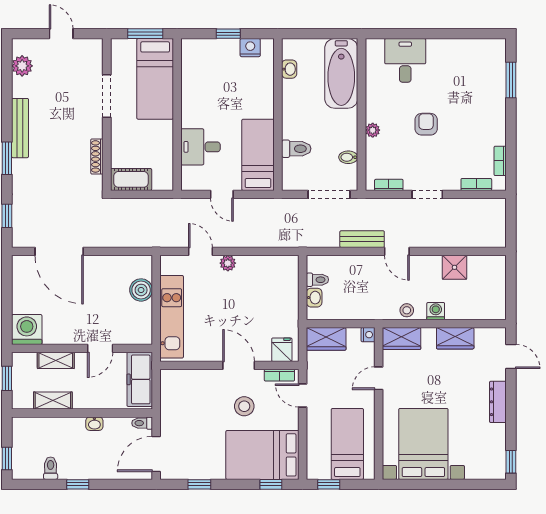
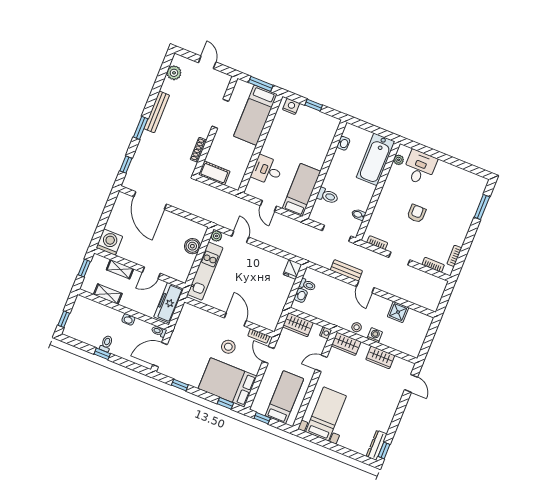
nightstand: (250, 48) -> (291, 106), moved
plant: (373, 130) -> (399, 160), moved
plant: (228, 263) -> (216, 236), moved
fridge: (282, 350) -> (292, 269), moved, turned 180
dresser: (498, 402) -> (377, 445), moved
bed with nightstands: (423, 444) -> (326, 414), width x0.73
toilet: (51, 468) -> (106, 344), moved

